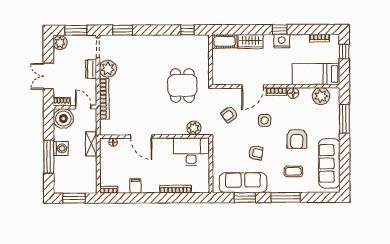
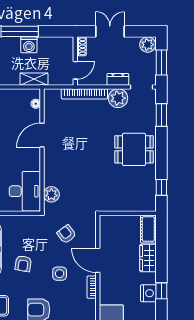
dining table: (182, 86) -> (134, 149), moved
floor lamp: (293, 93) -> (90, 306), removed
boiler: (63, 119) -> (62, 48), removed

